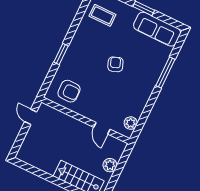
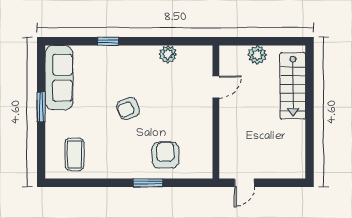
window: (165, 72) -> (108, 41), width x0.46
armchair: (69, 91) -> (165, 155), moved
plant: (131, 123) -> (168, 54), moved

